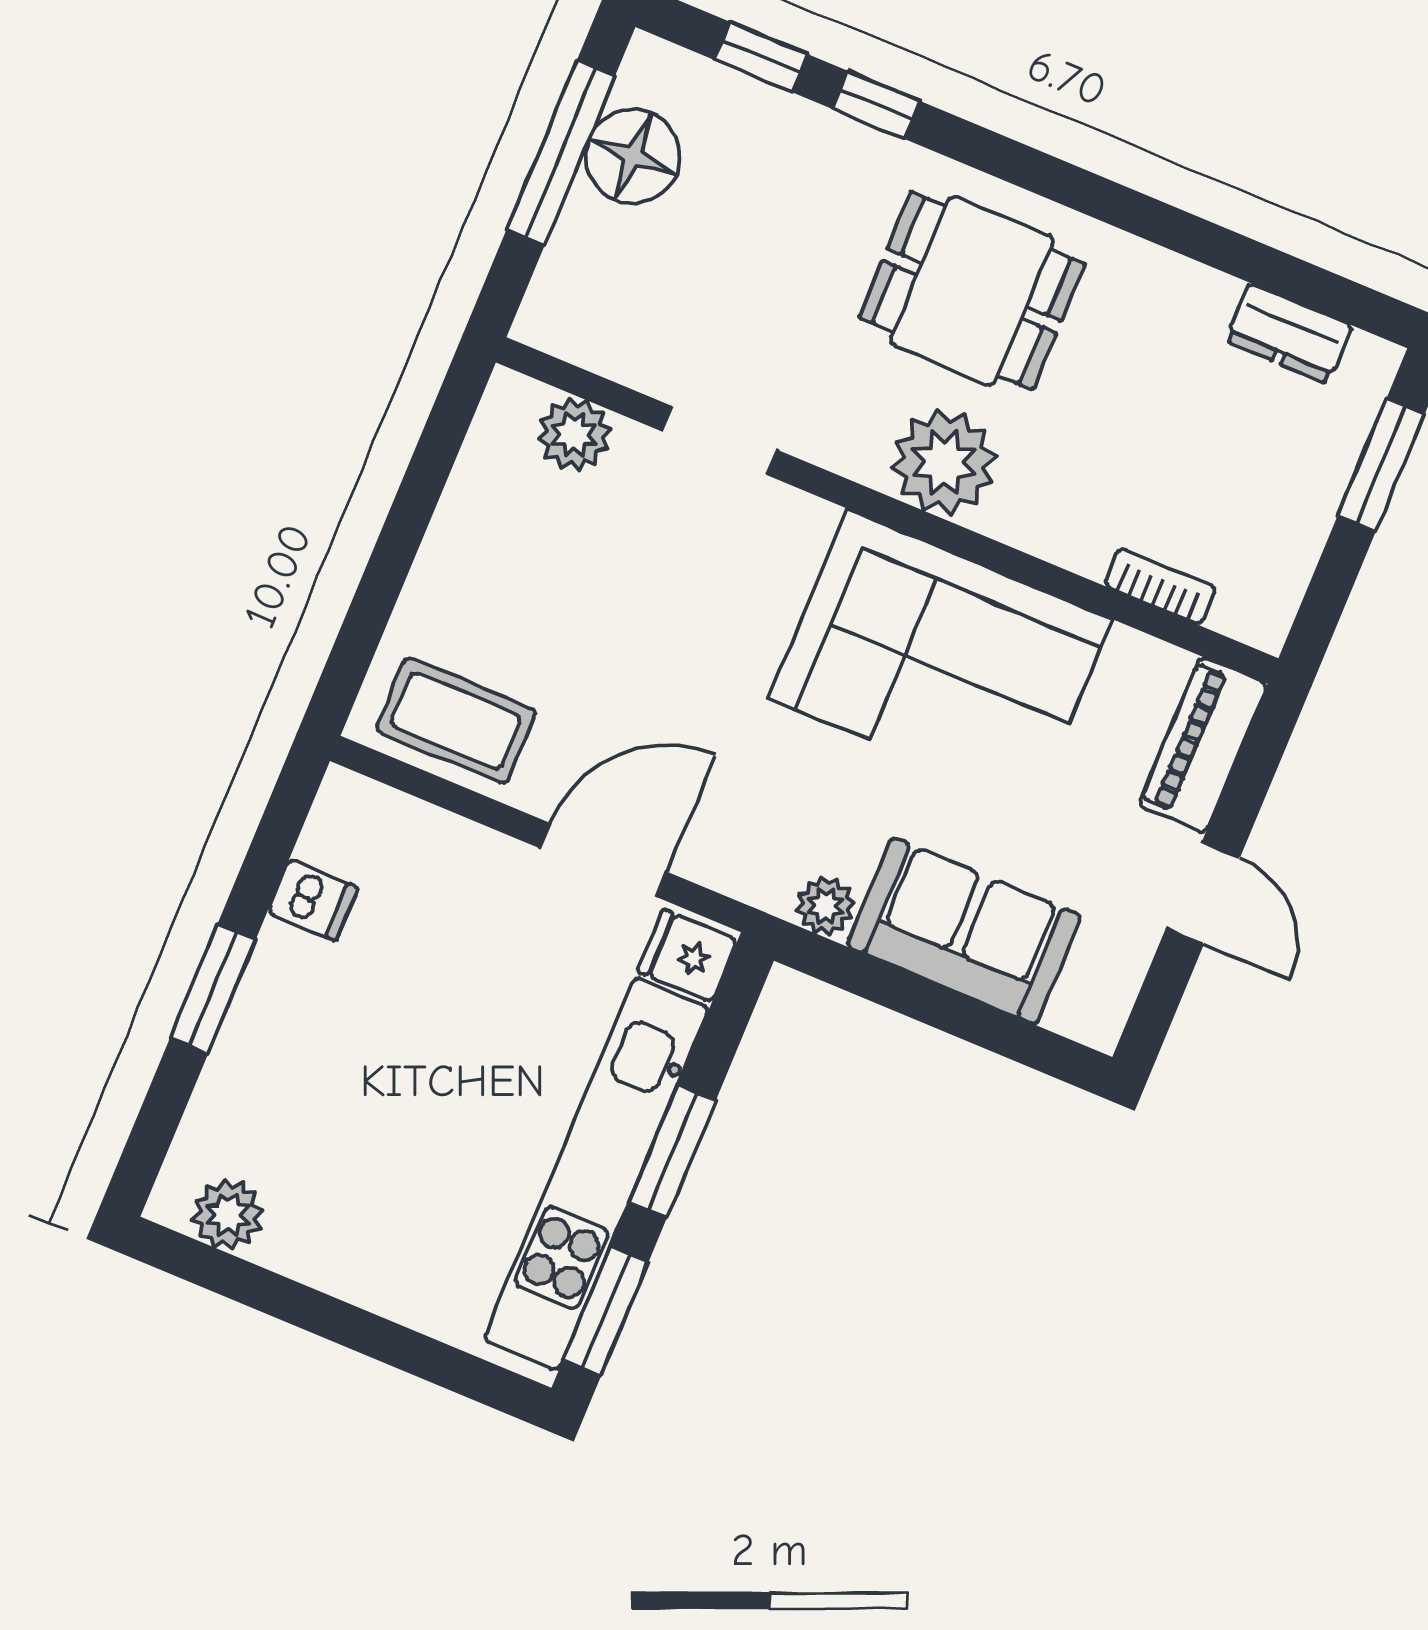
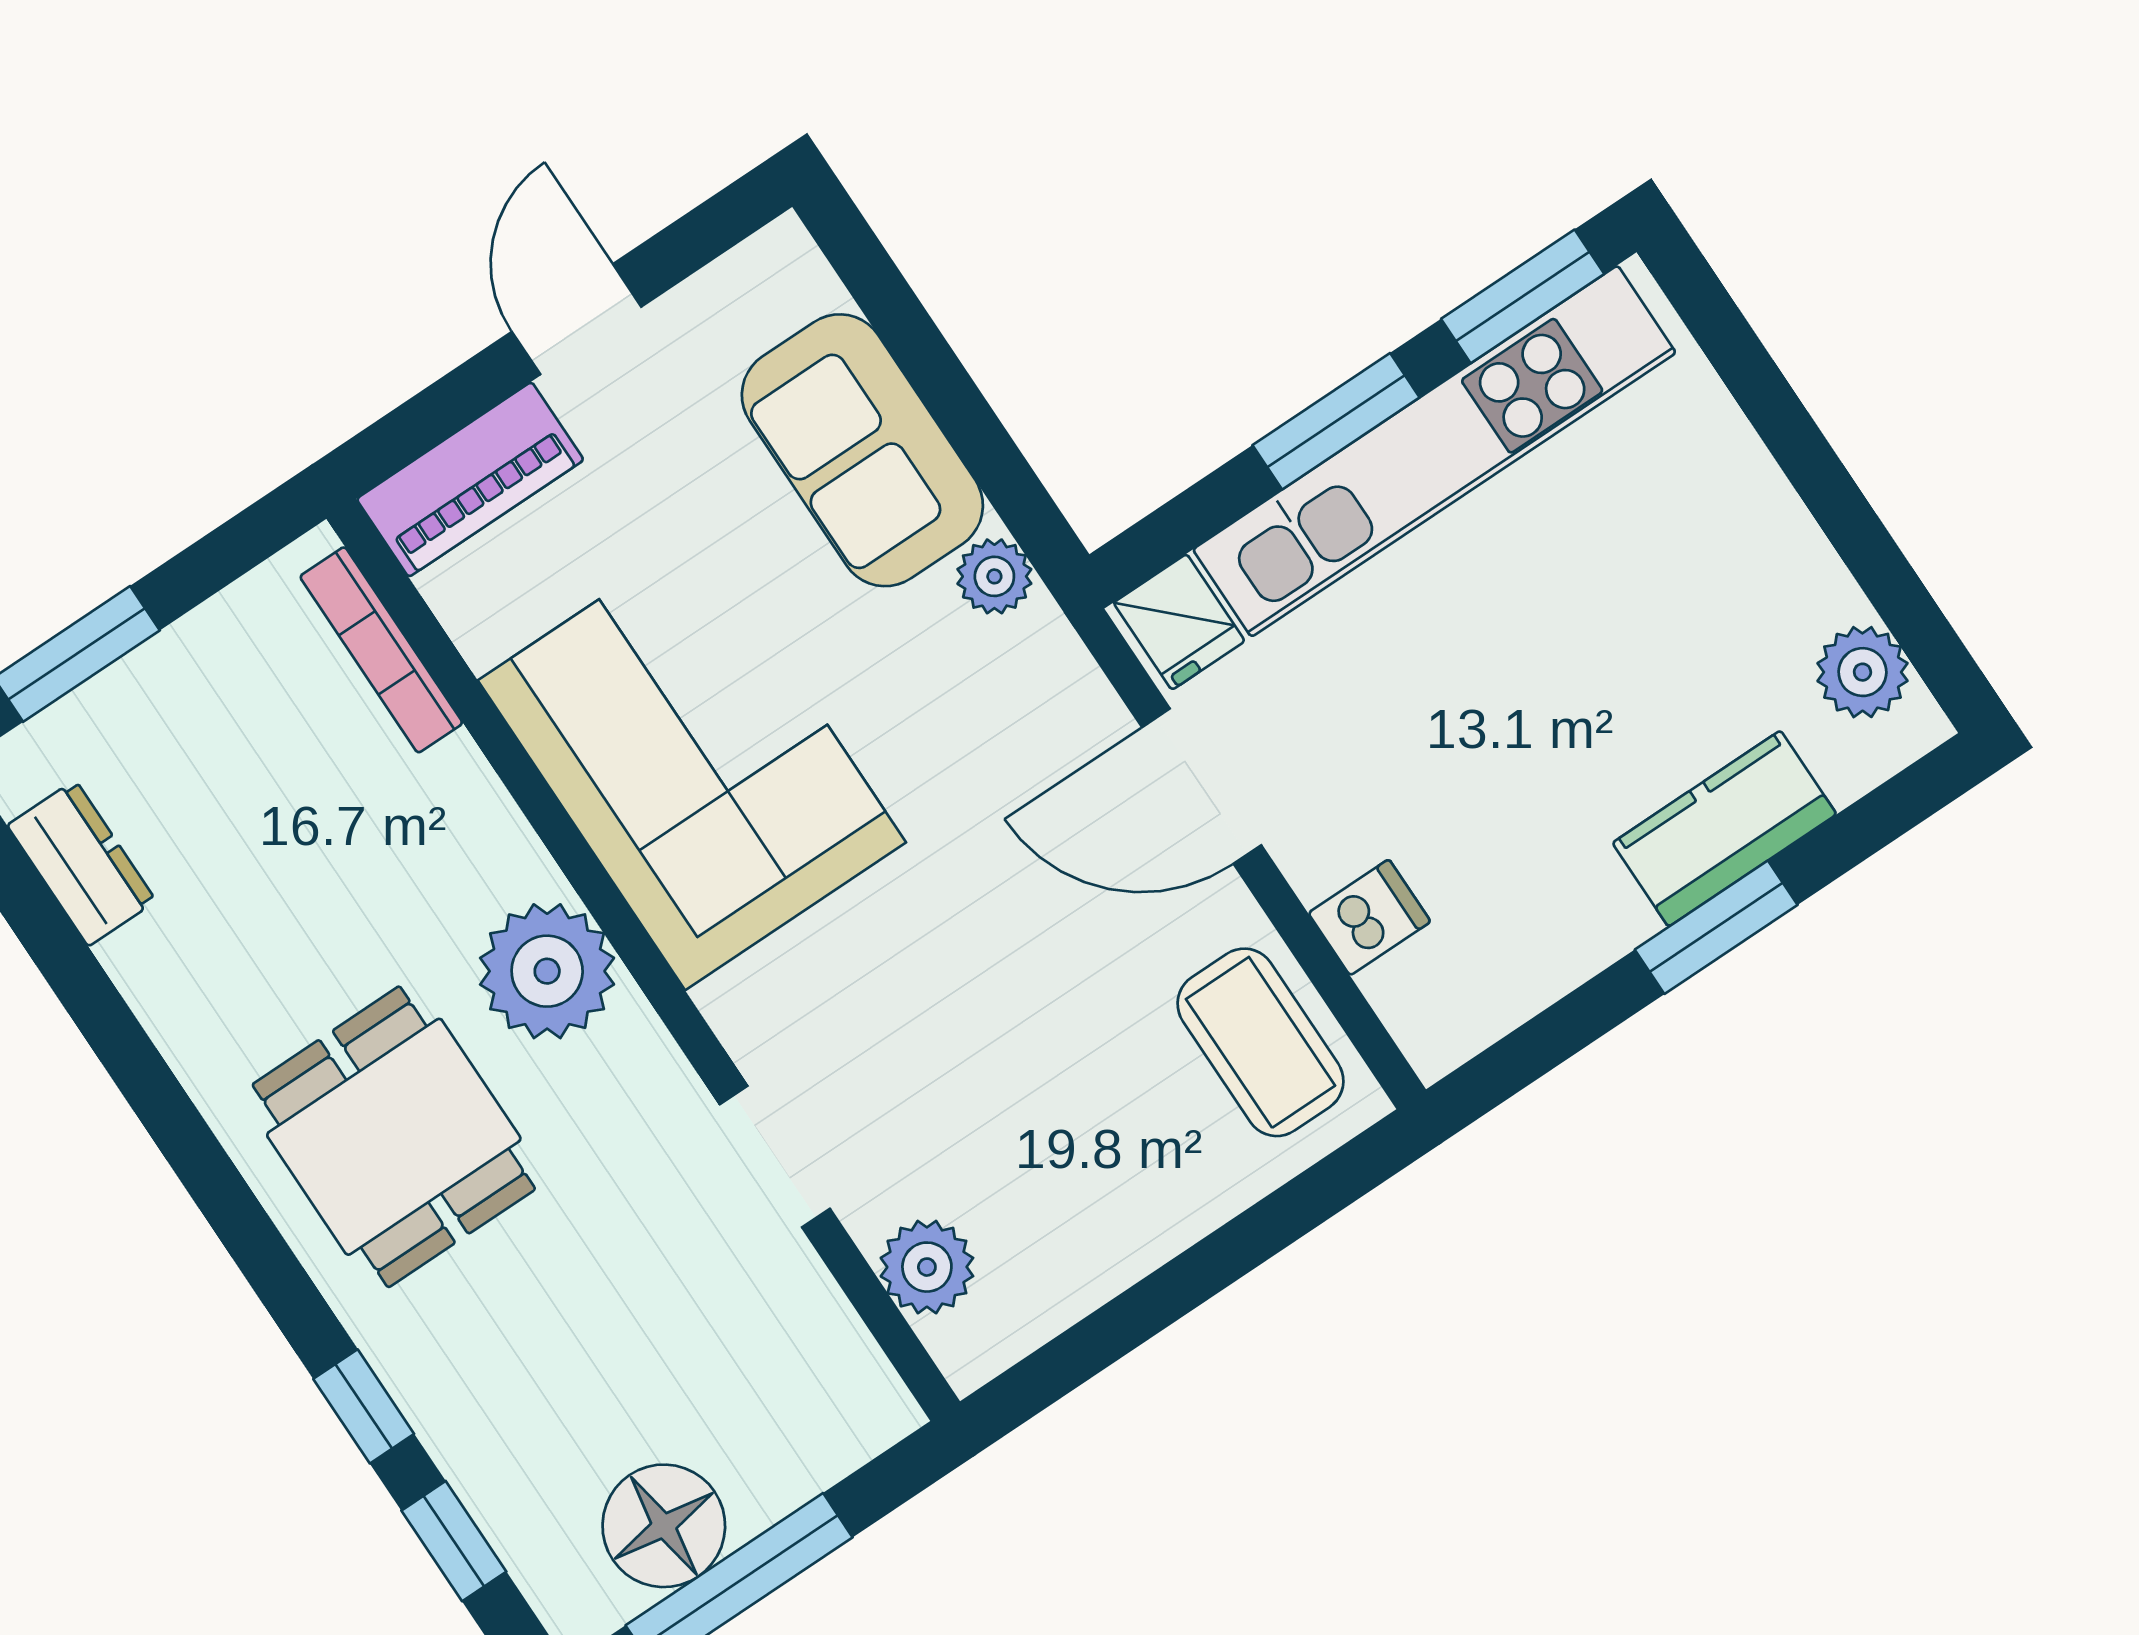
bookcase: (1160, 586) -> (381, 650), width x1.56
dishwasher: (313, 900) -> (1369, 917), moved, turned 90
kitchen counter: (250, 1056) -> (1724, 829), added

